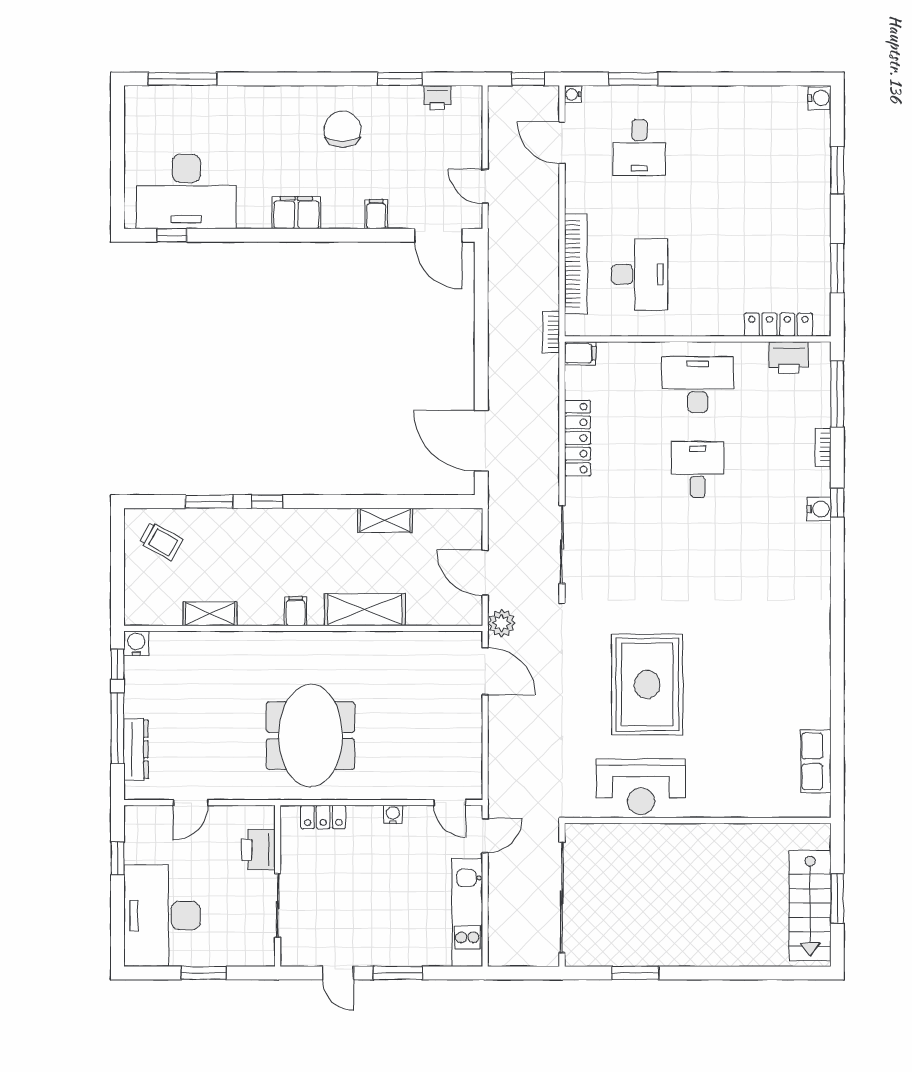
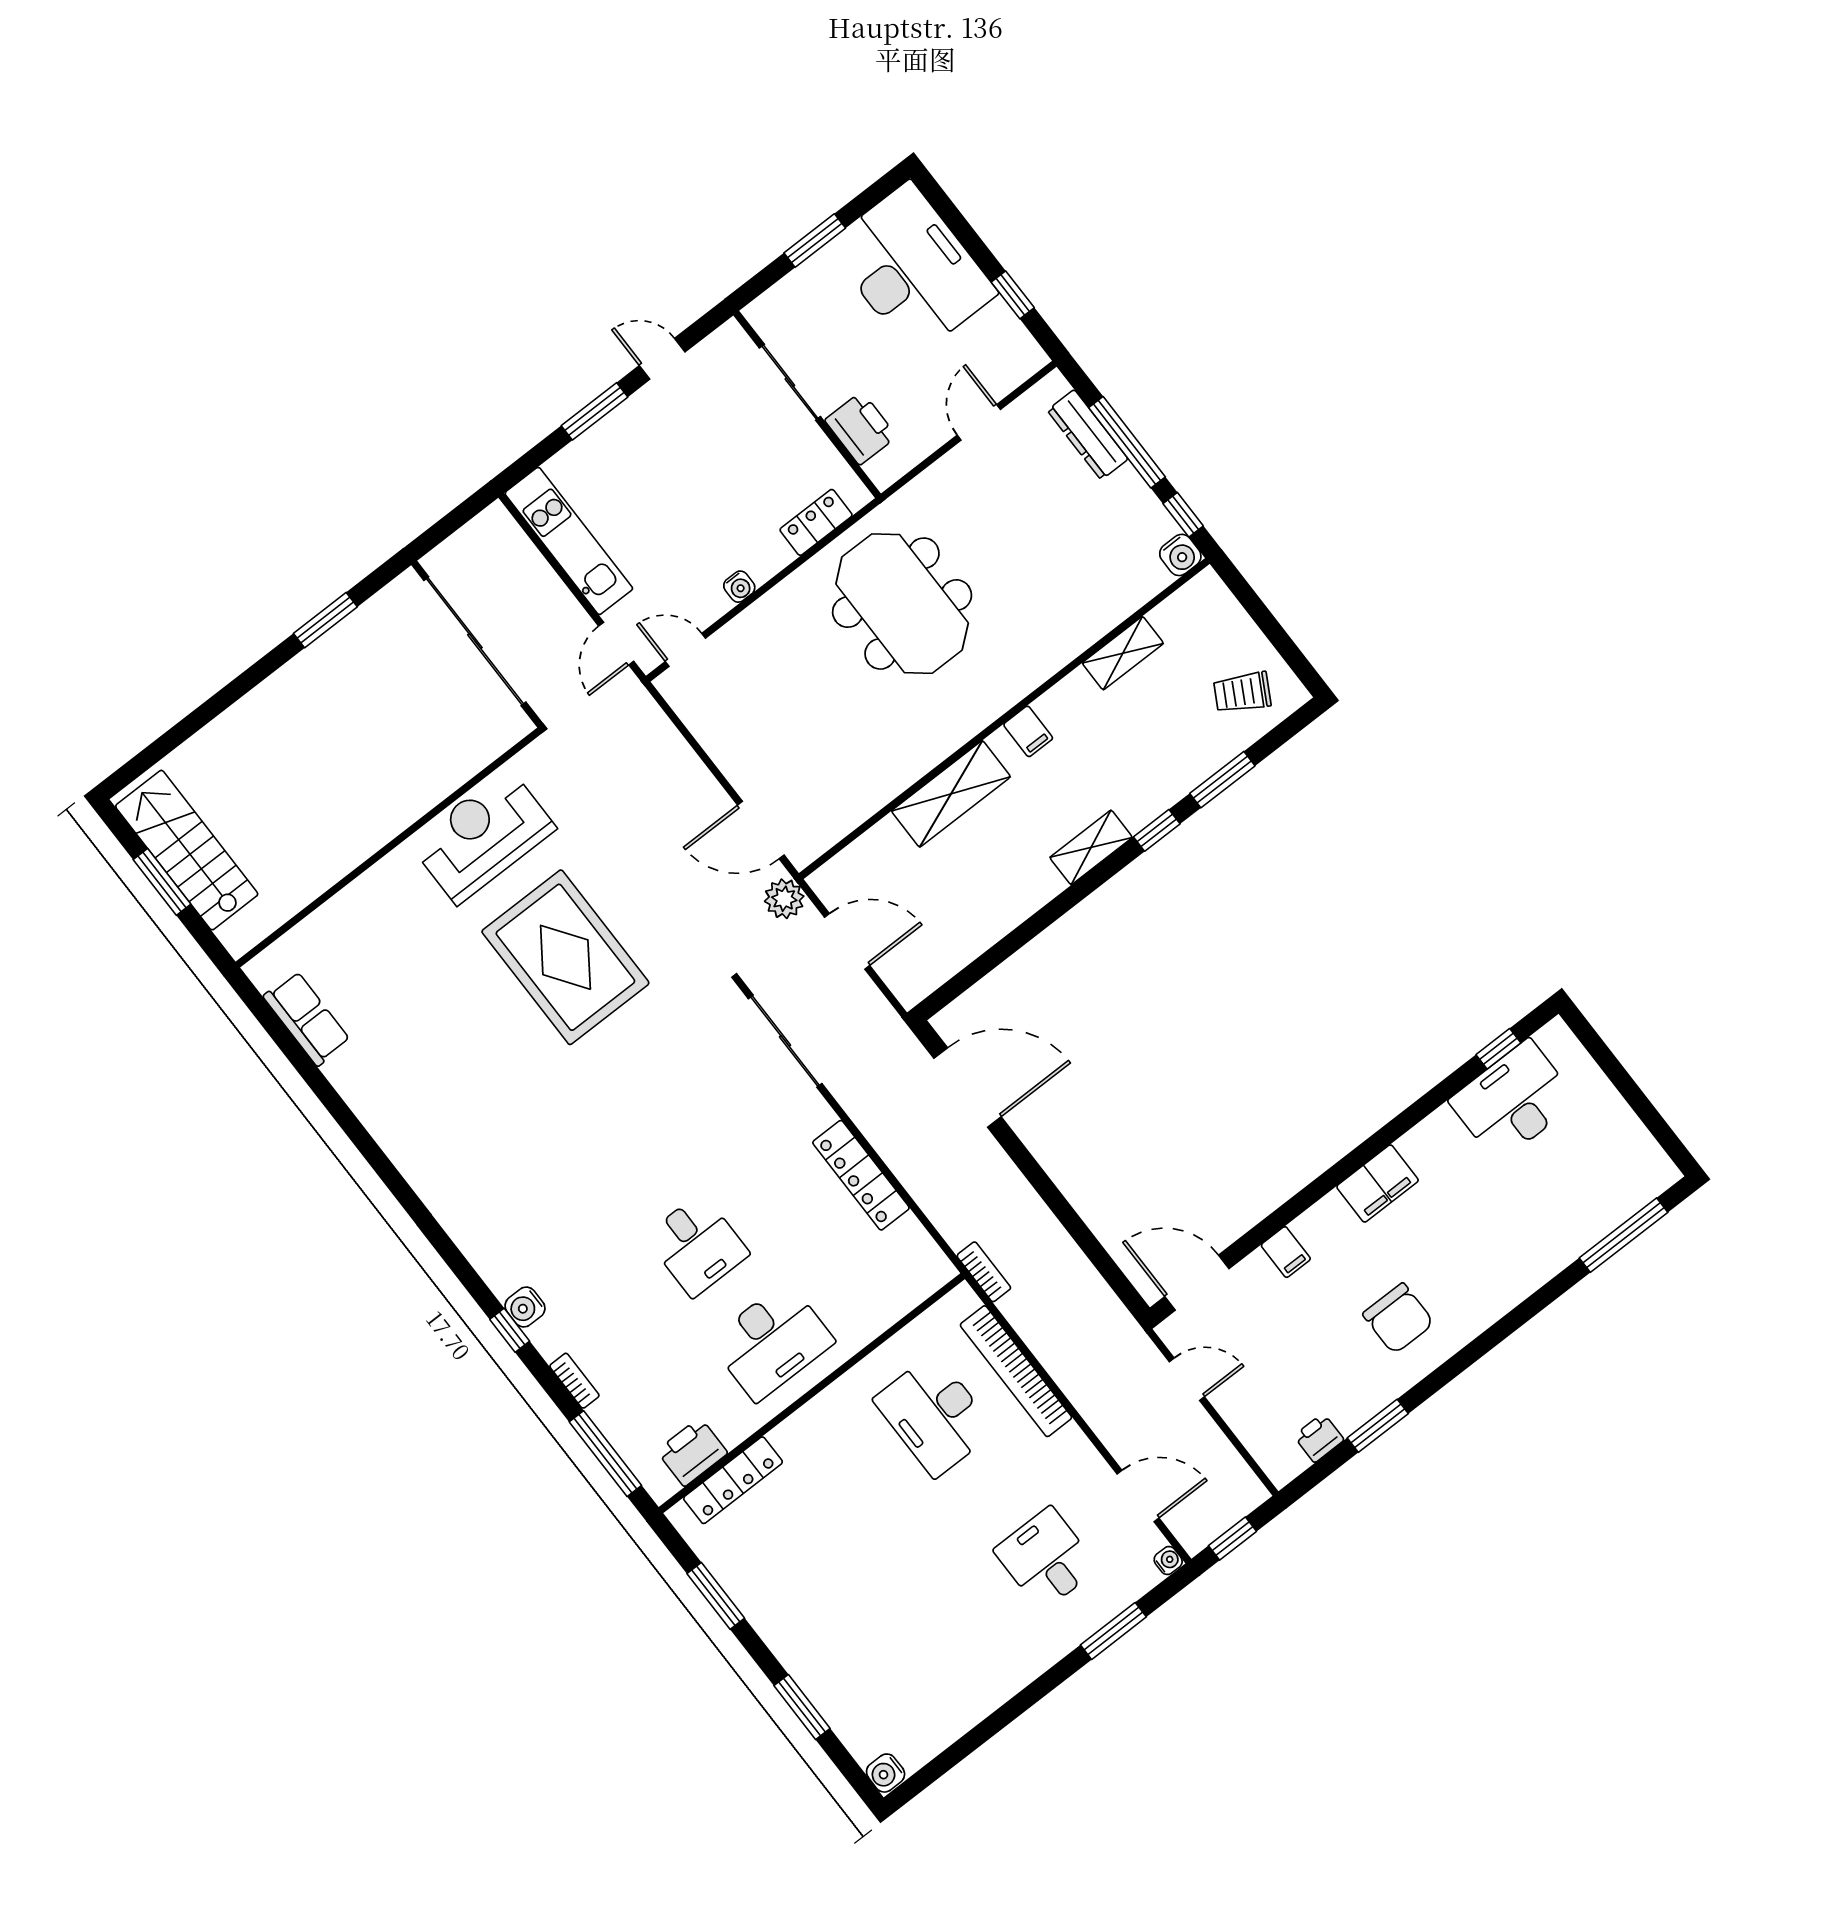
desk: (186, 191) -> (1513, 1101), width x0.73, depth x0.77
filing cabinet: (580, 353) -> (932, 1274), removed
shelving: (385, 520) -> (1091, 847), moved

